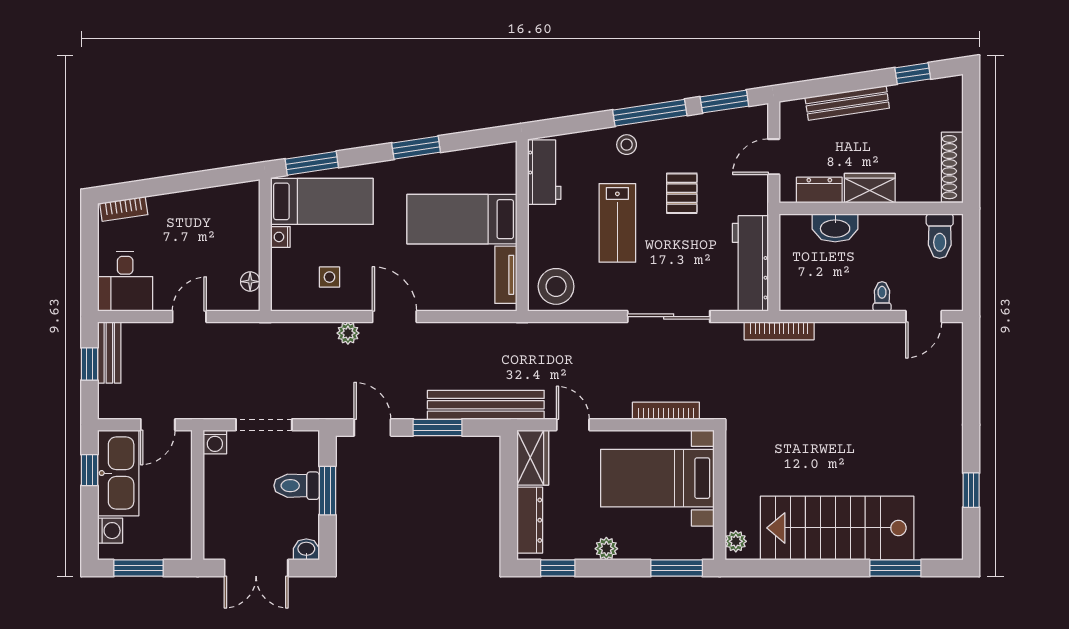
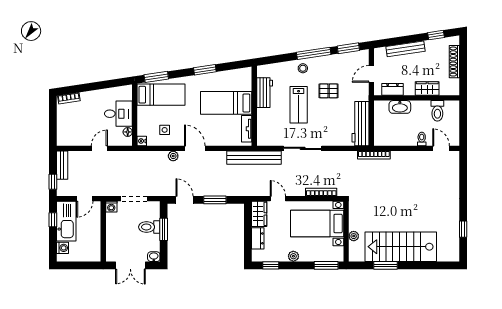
shoe rack: (952, 167) -> (454, 62), moved
workbench: (544, 172) -> (265, 93), moved
wardrobe: (870, 188) -> (427, 89), moved
pallet: (682, 193) -> (329, 91), turned 90
toilet: (940, 236) -> (437, 111), moved
nightstand: (280, 237) -> (142, 141), moved
desk: (125, 281) -> (118, 114), moved, turned -90
stool: (556, 286) -> (270, 134), removed
sliding door: (669, 317) -> (303, 148), moved
door: (924, 317) -> (441, 148), swing flipped
window: (89, 364) -> (53, 182), moved
bench: (486, 405) -> (254, 158), moved
dresser: (530, 520) -> (258, 238), width x0.70
plant: (736, 541) -> (354, 236), moved
window: (138, 568) -> (76, 265), removed
window: (895, 568) -> (386, 265), moved

